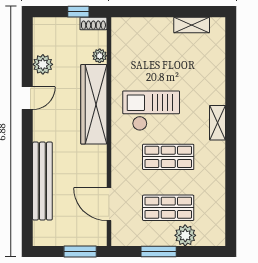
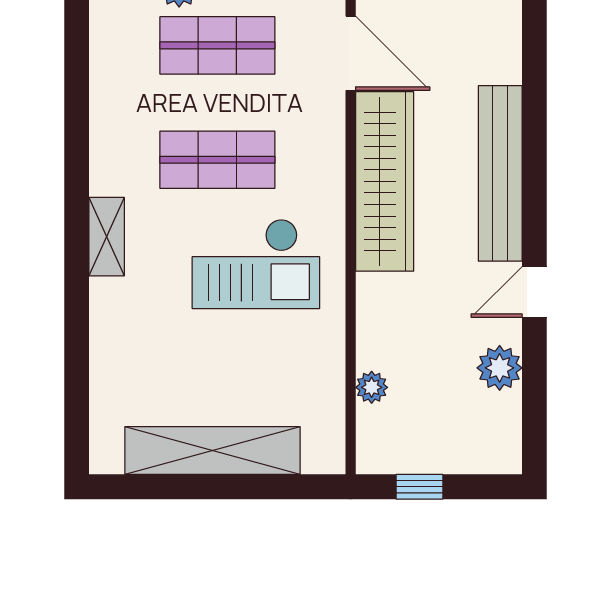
shoe rack: (93, 24) -> (386, 460), removed
shelving: (192, 25) -> (213, 451), width x2.20, depth x1.33
wardrobe: (94, 104) -> (385, 181), moved
bench: (42, 181) -> (500, 173), moved

